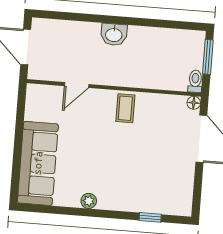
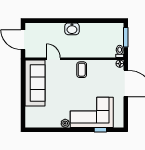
door: (77, 85) -> (53, 59), swing flipped
sofa: (38, 163) -> (35, 83), moved
corner sofa: (137, 185) -> (92, 112), added

